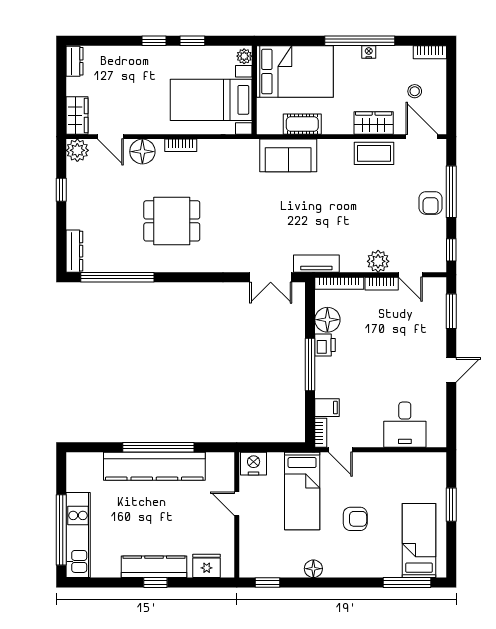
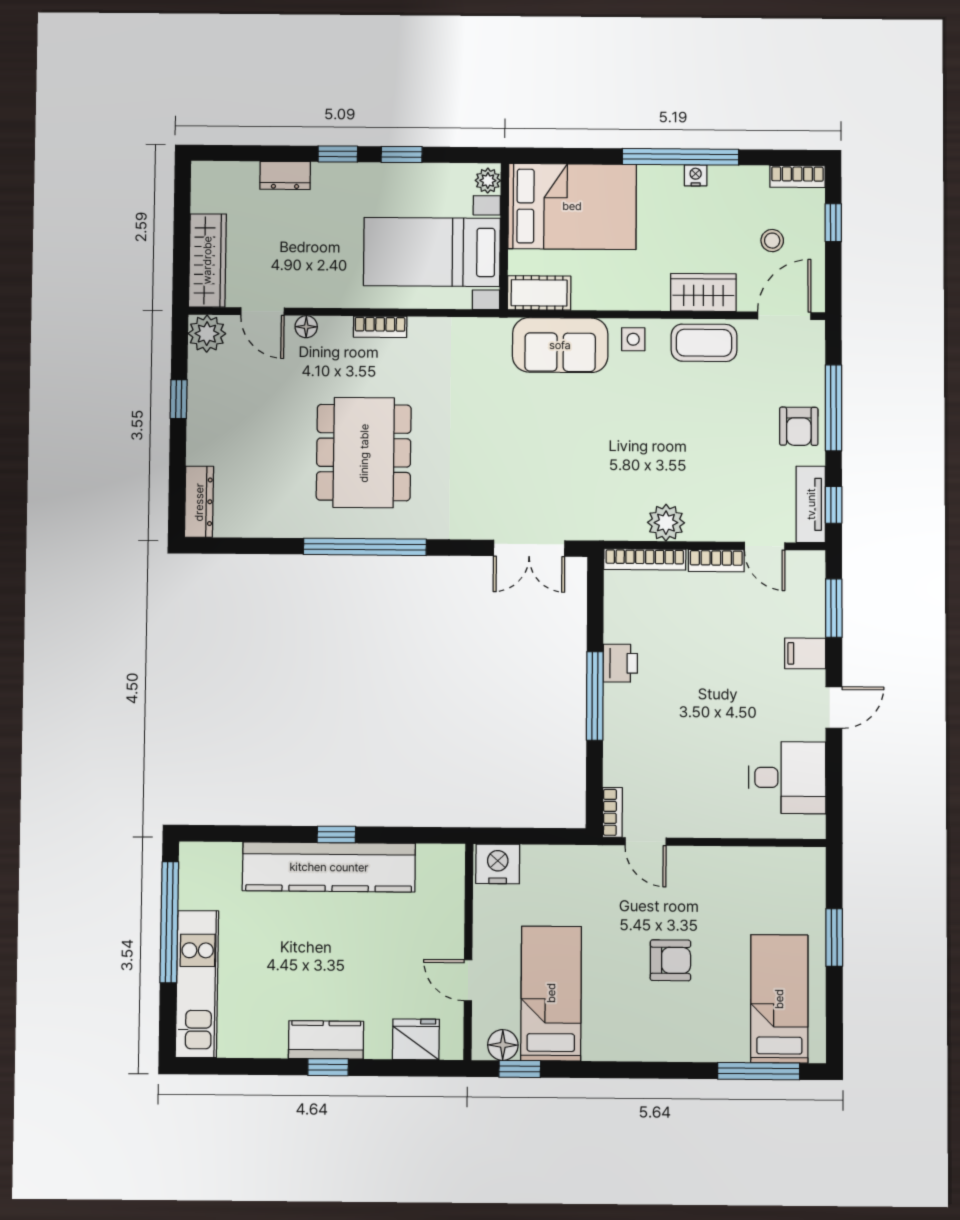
dresser: (74, 61) -> (285, 175), moved, turned 90
window: (451, 80) -> (833, 223), added
wardrobe: (77, 116) -> (207, 260), width x1.50
cot: (302, 124) -> (539, 293), moved
door: (422, 137) -> (784, 316), hinge flipped
floor lamp: (142, 152) -> (306, 327), width x0.53, depth x0.53
side table: (332, 152) -> (633, 339), added
dining table: (172, 221) -> (364, 453), width x1.37
plant: (378, 261) -> (666, 523), moved
tv unit: (316, 264) -> (811, 504), moved, turned -90
window: (117, 277) -> (365, 547), moved
floor lamp: (327, 320) -> (625, 621), removed
filing cabinet: (327, 408) -> (805, 653), moved, turned 180
desk: (405, 425) -> (787, 778), moved, turned -90
window: (158, 447) -> (336, 834), width x0.32
bed: (302, 491) -> (551, 993), moved, turned 180
door: (237, 504) -> (468, 980), moved
window: (61, 530) -> (169, 922), moved
kitchen counter: (154, 567) -> (326, 1040), width x0.67
floor lamp: (313, 569) -> (503, 1045), moved

